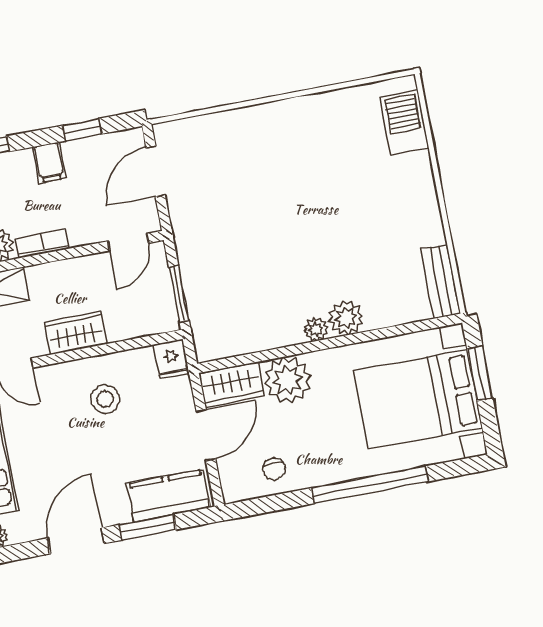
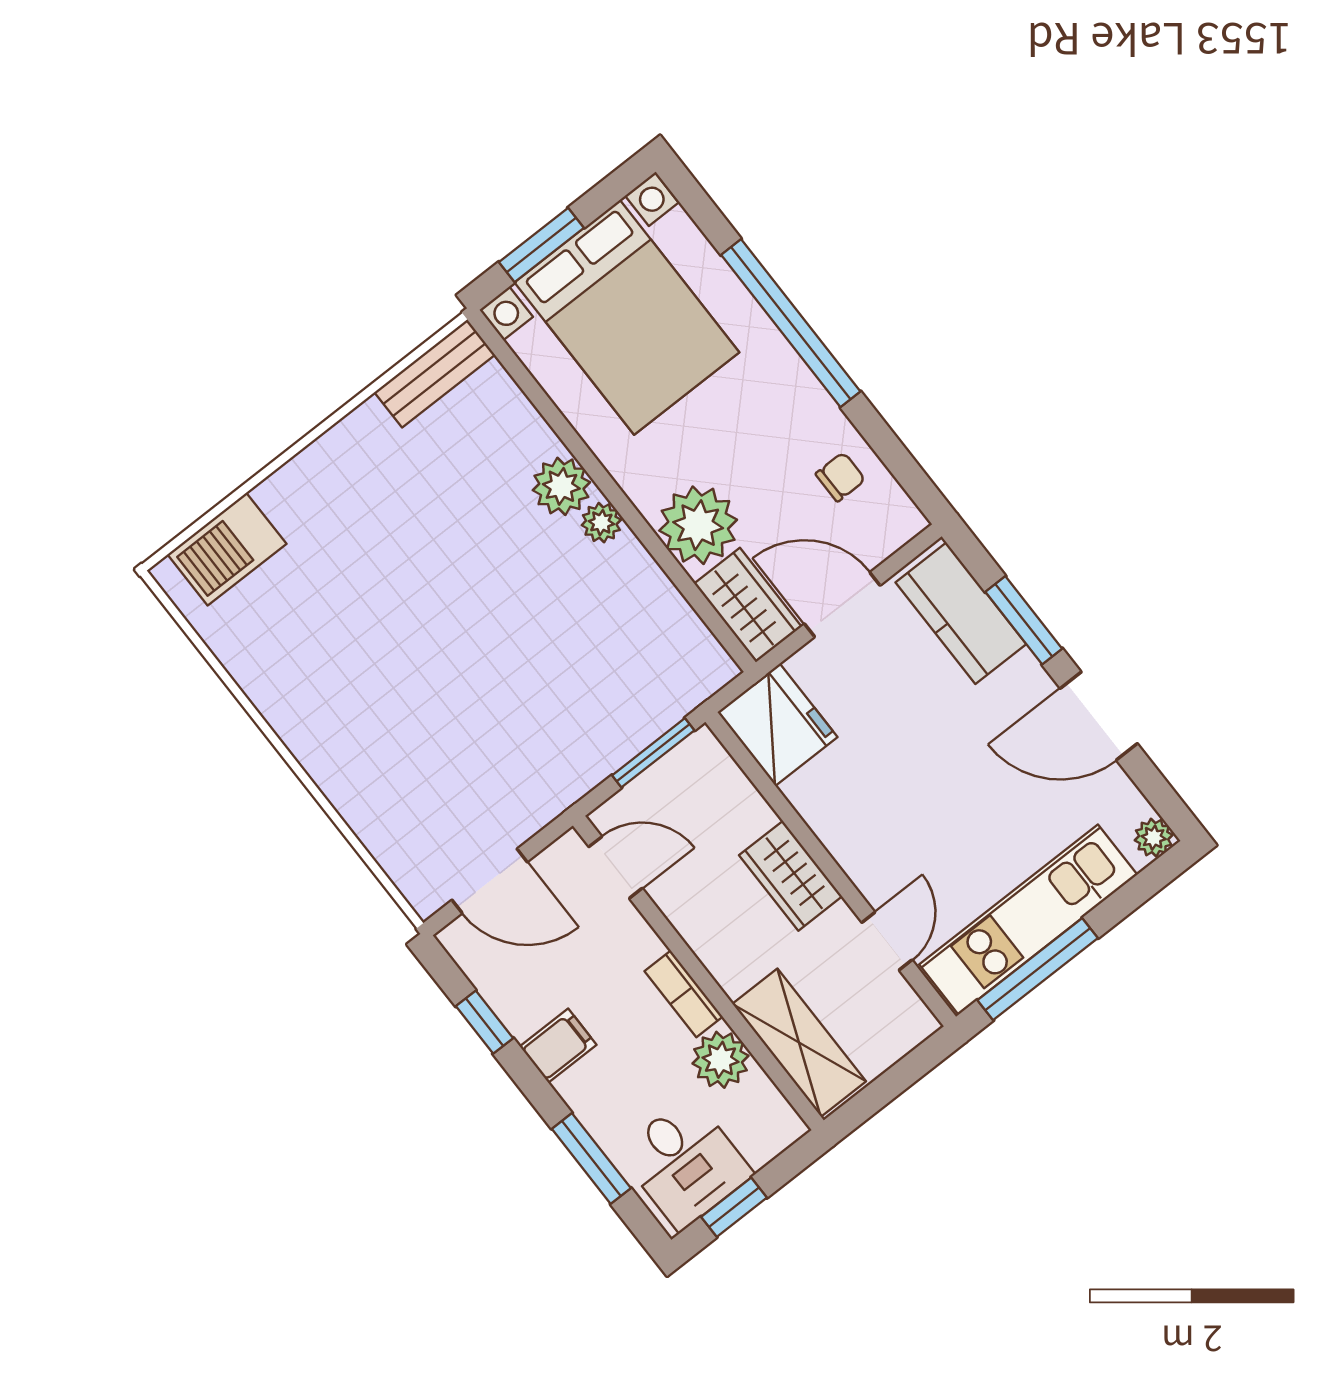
fridge: (172, 359) -> (777, 725), width x1.88, depth x1.34
stool: (105, 399) -> (866, 781), removed

